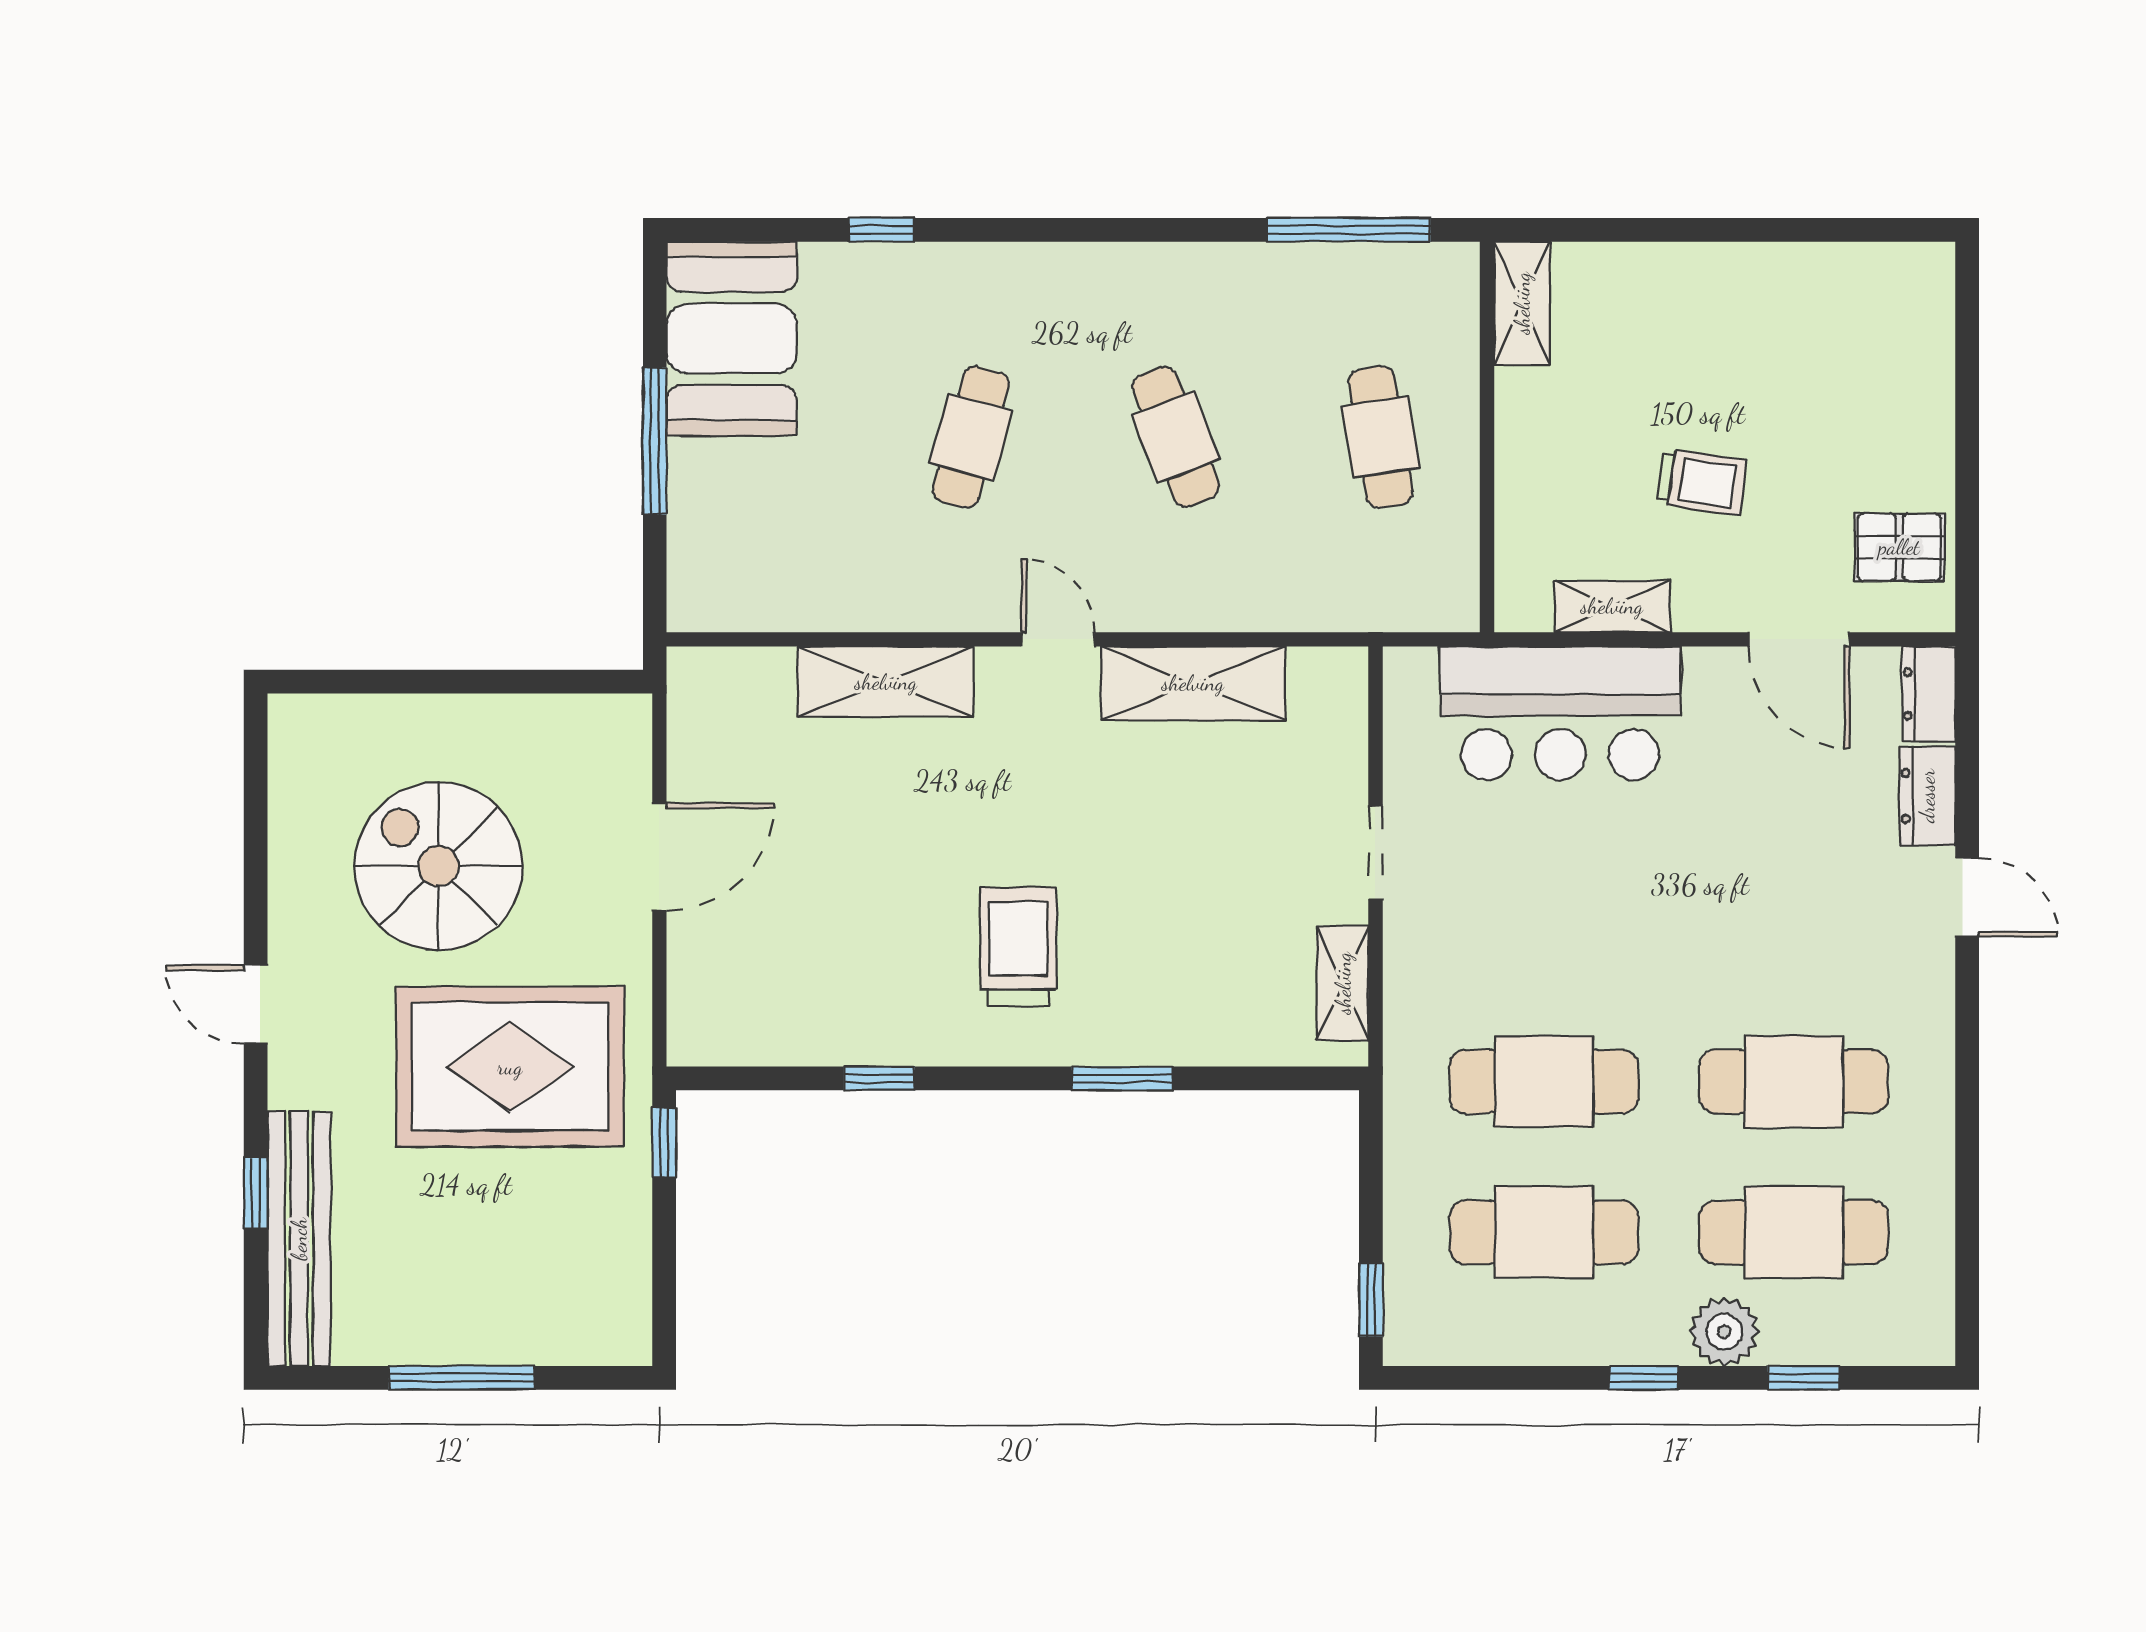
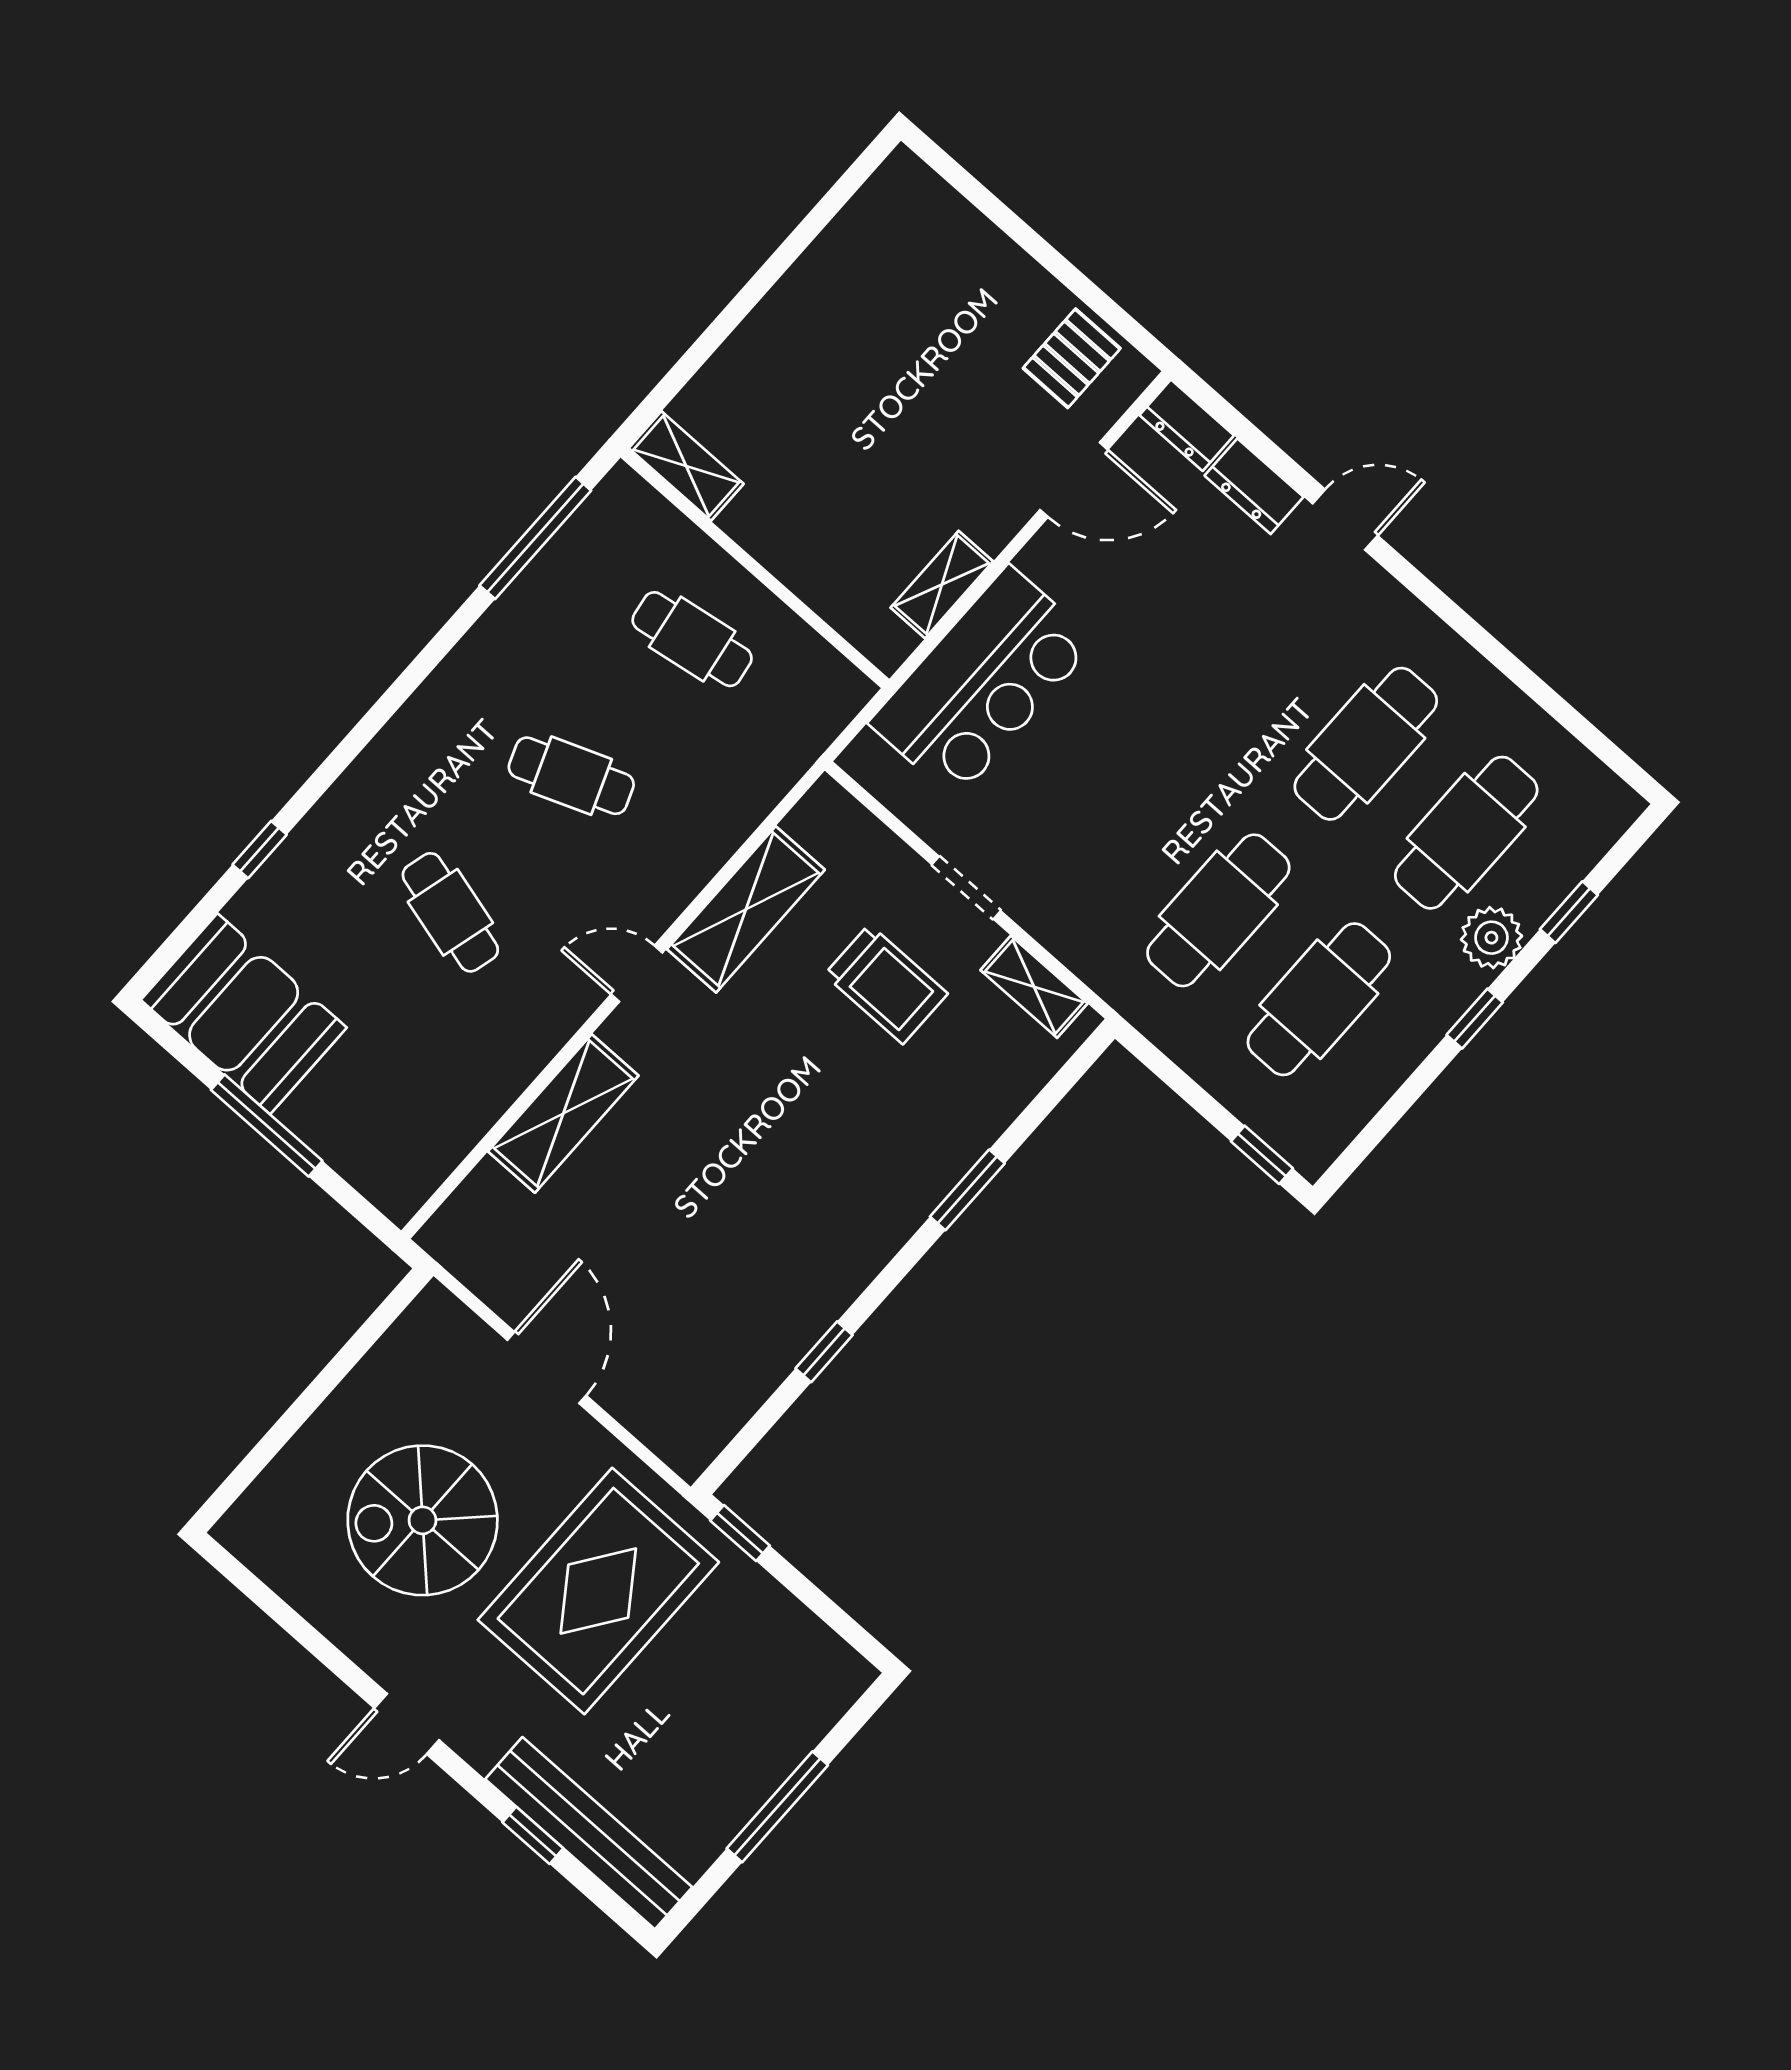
trolley: (1702, 482) -> (911, 452), removed
trolley: (1018, 947) -> (886, 984), moved, turned 180

